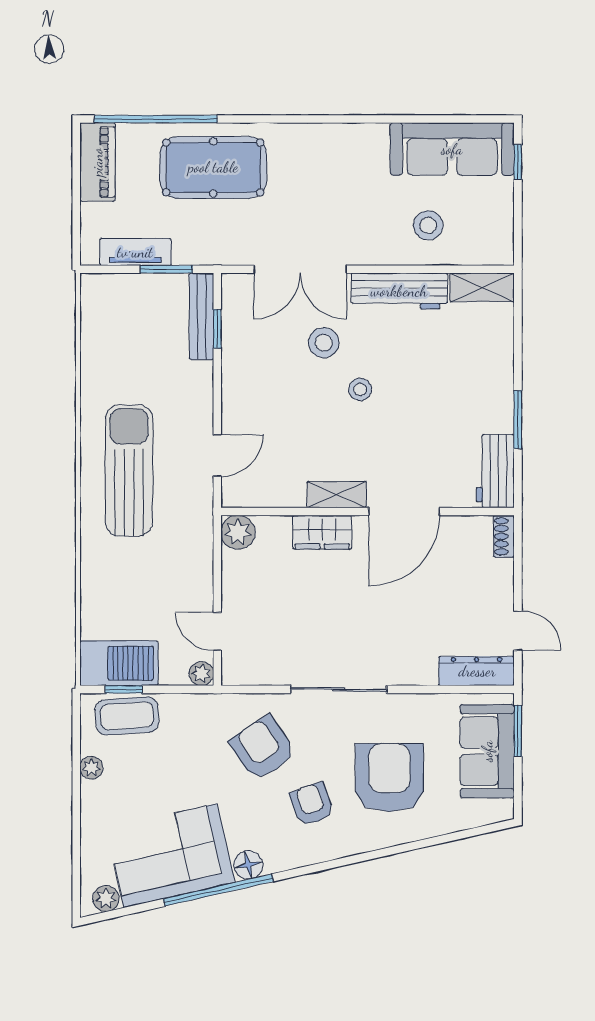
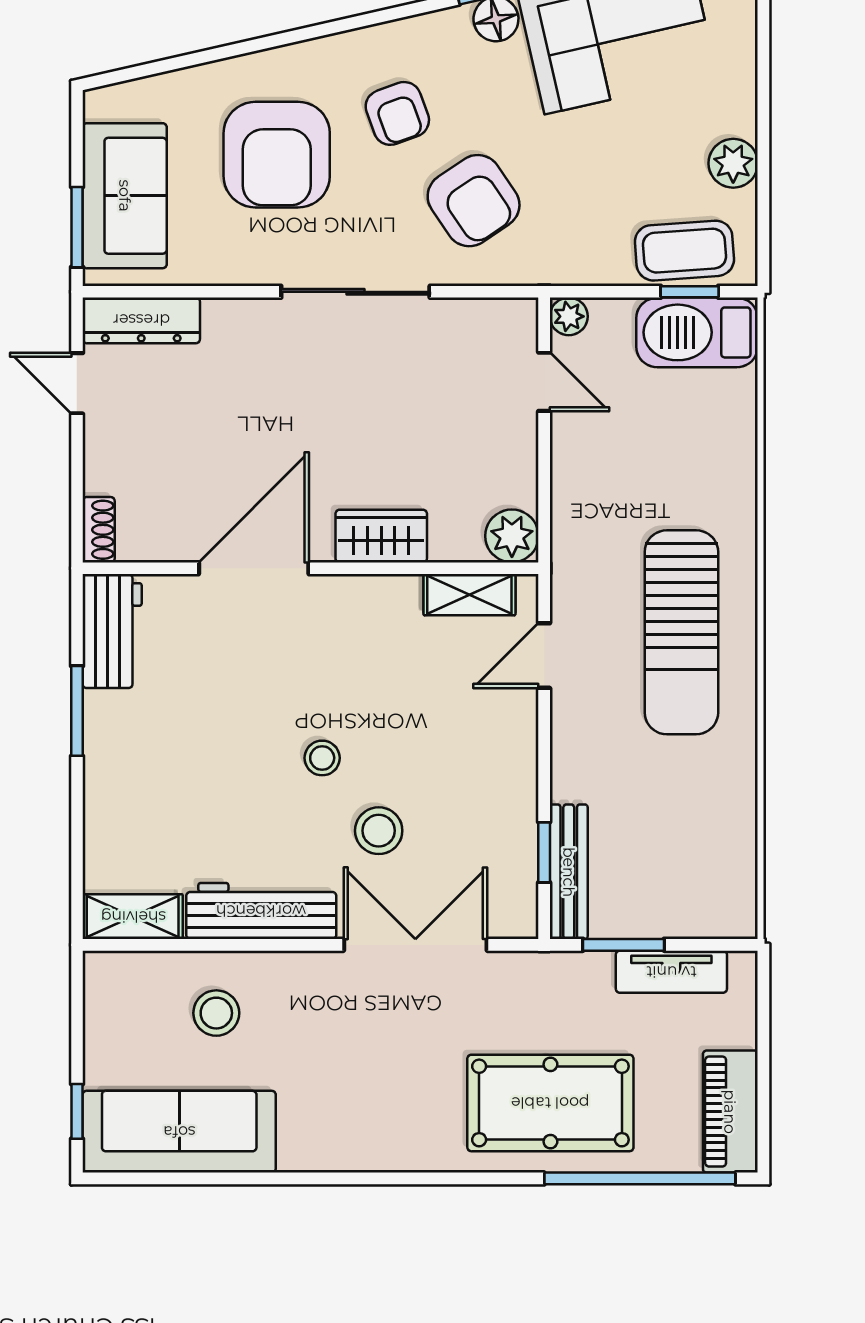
shelving: (337, 495) -> (469, 595), moved
plant: (91, 768) -> (733, 163), width x1.38, depth x1.38

